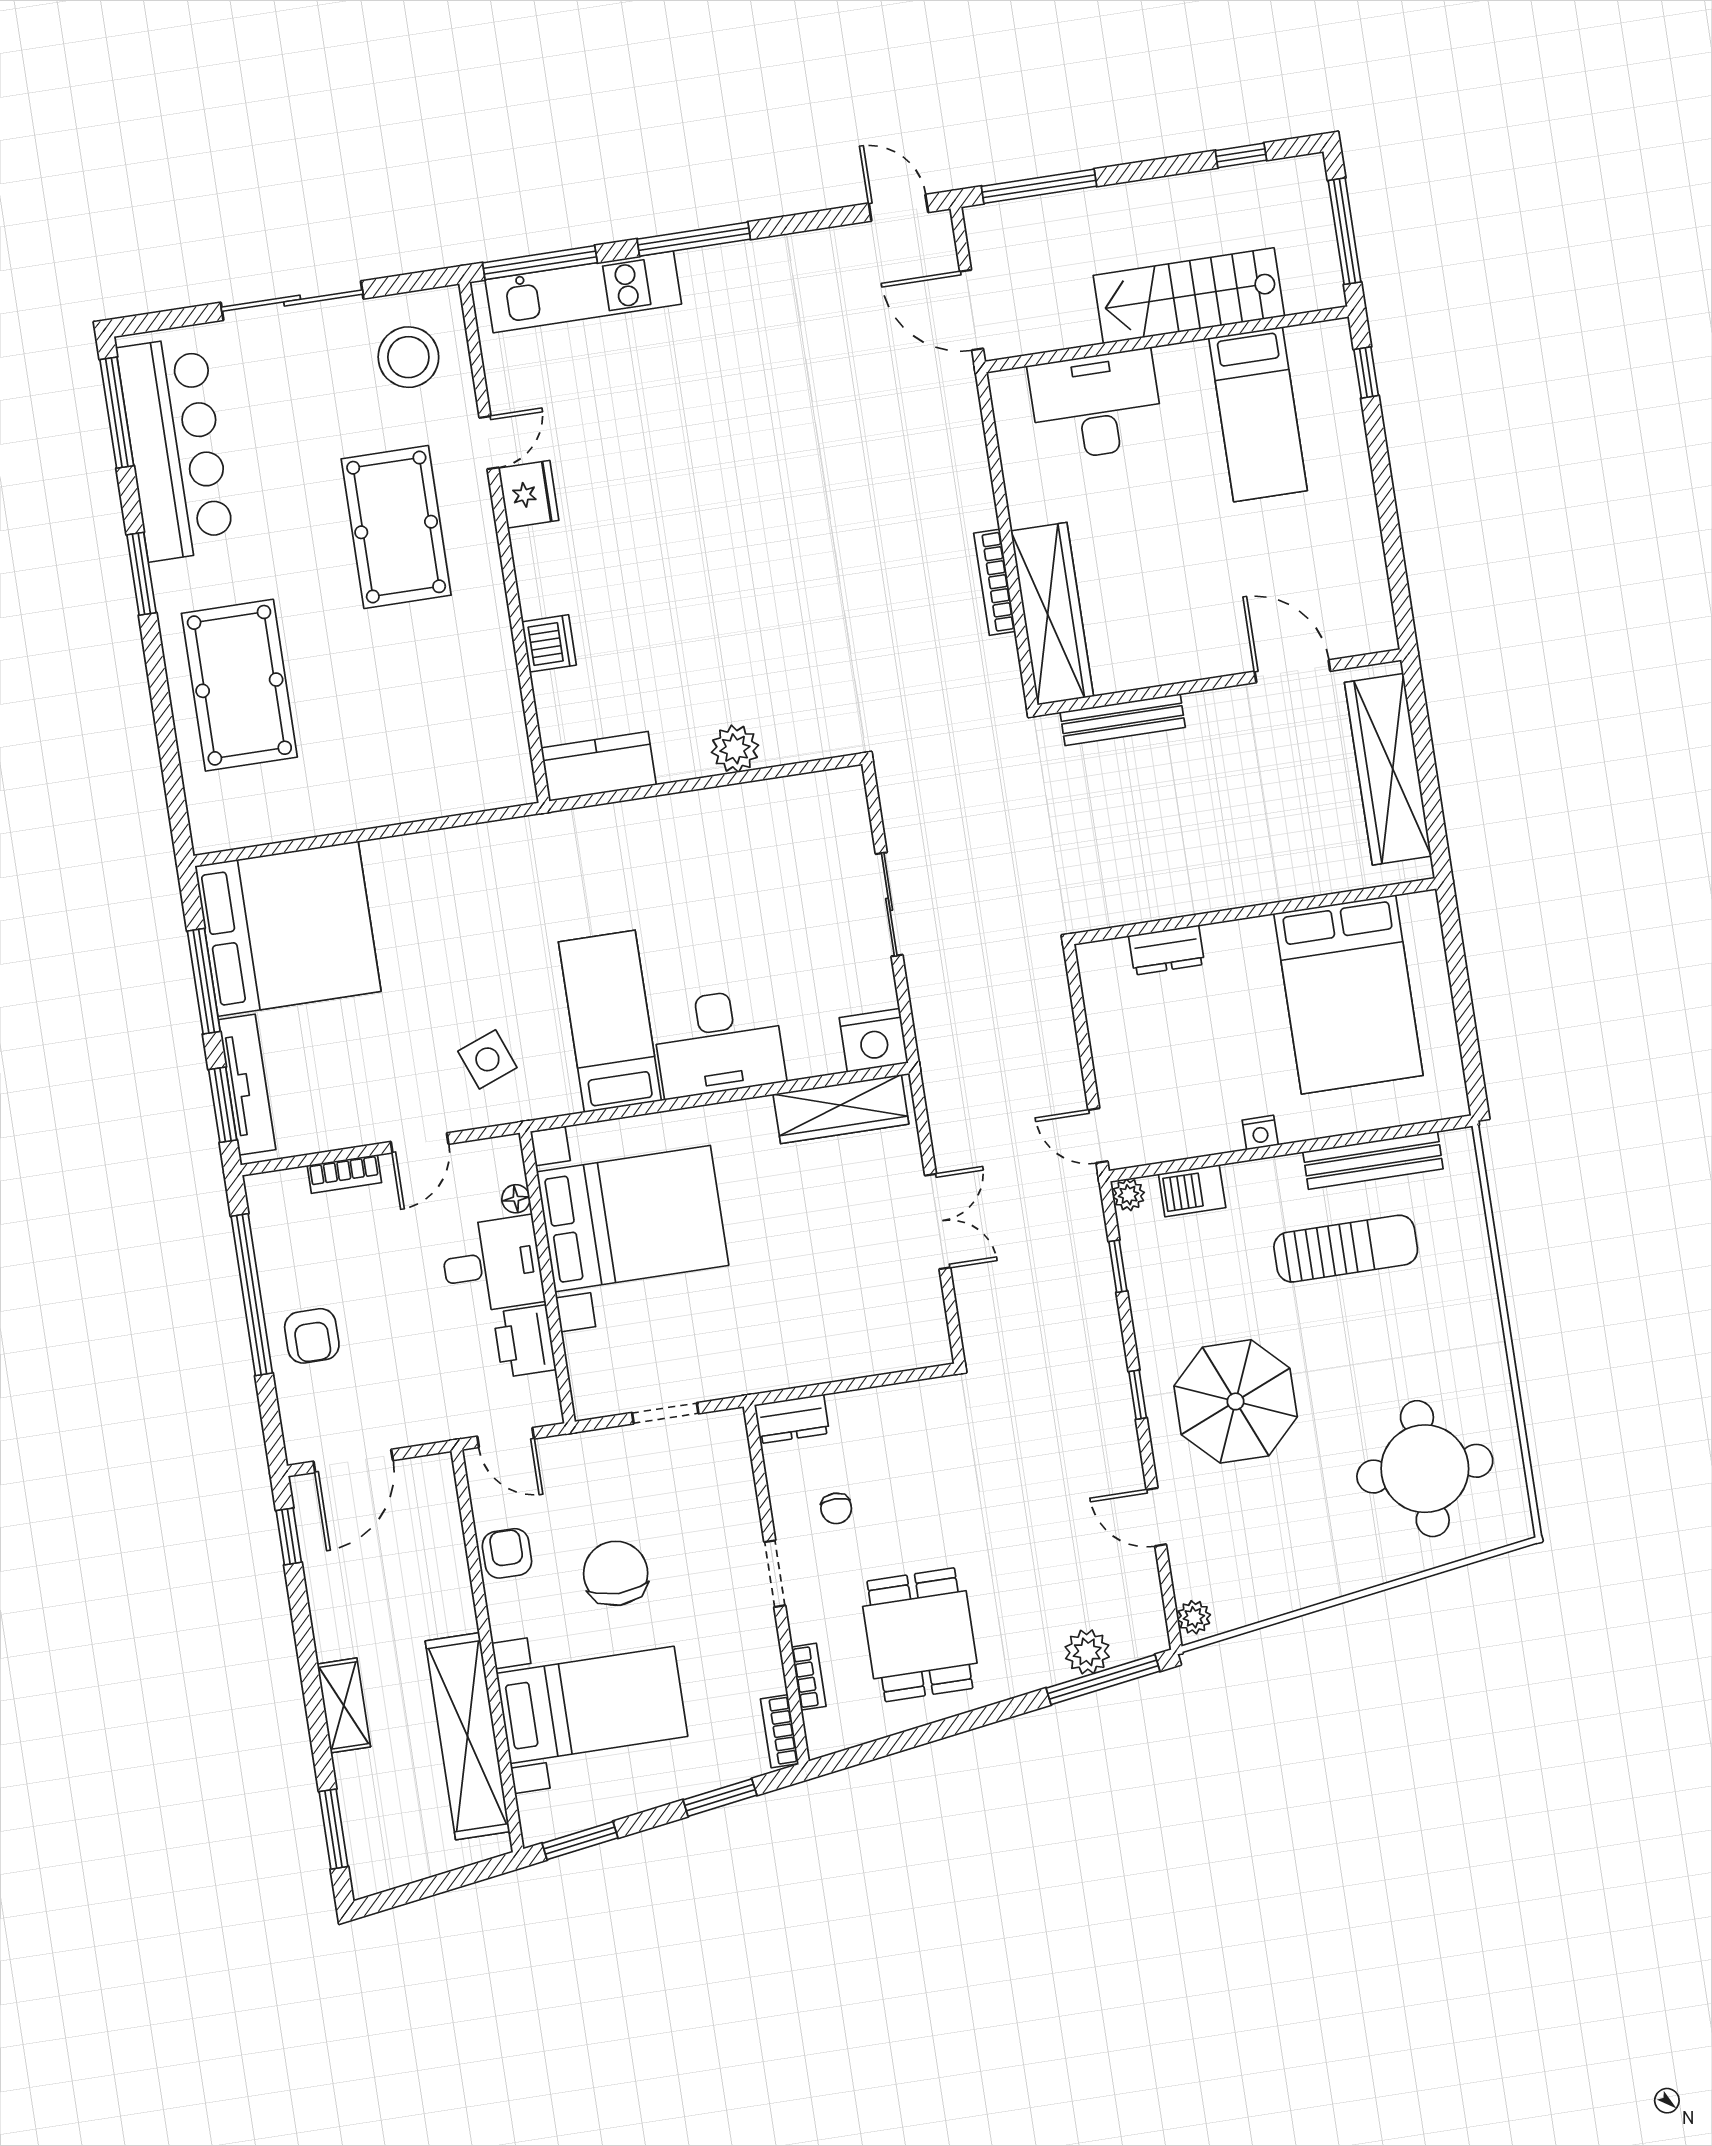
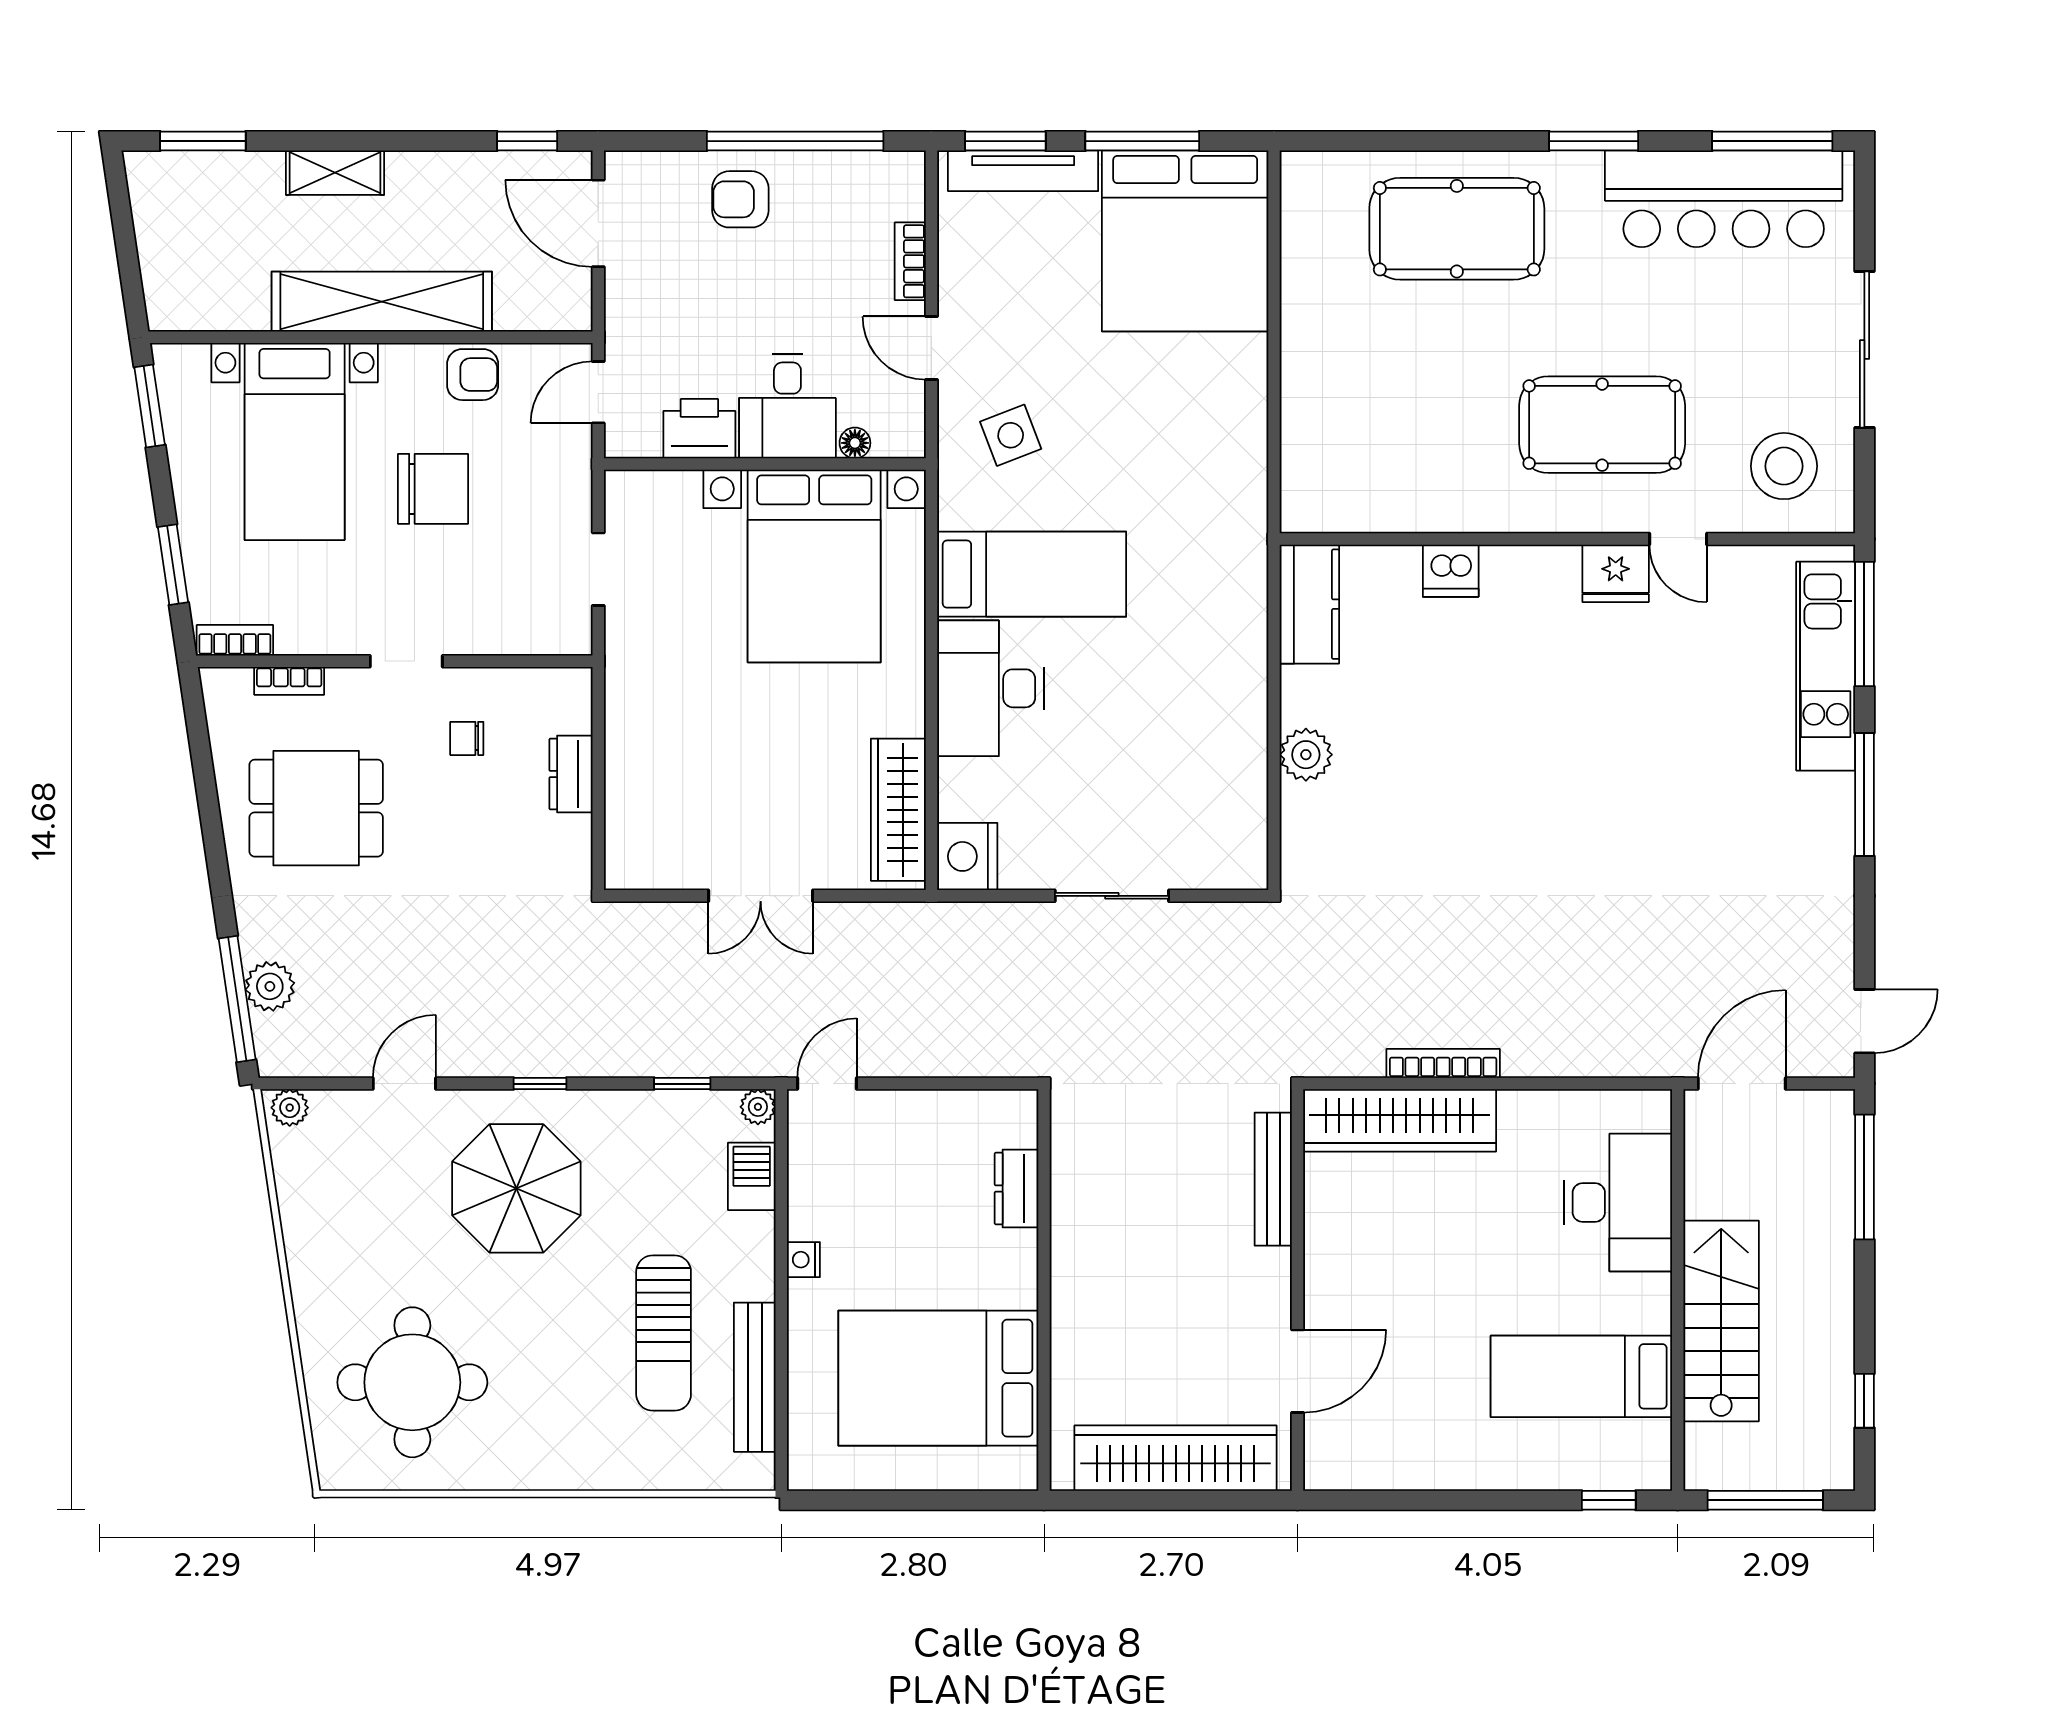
dresser: (792, 1419) -> (571, 774), moved
shelving: (468, 1736) -> (382, 302), moved

